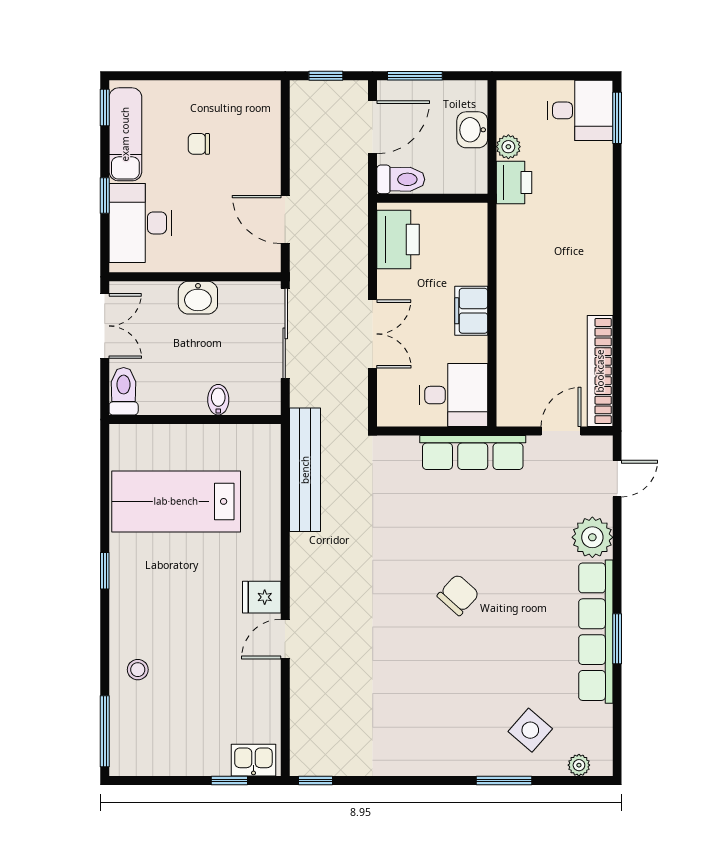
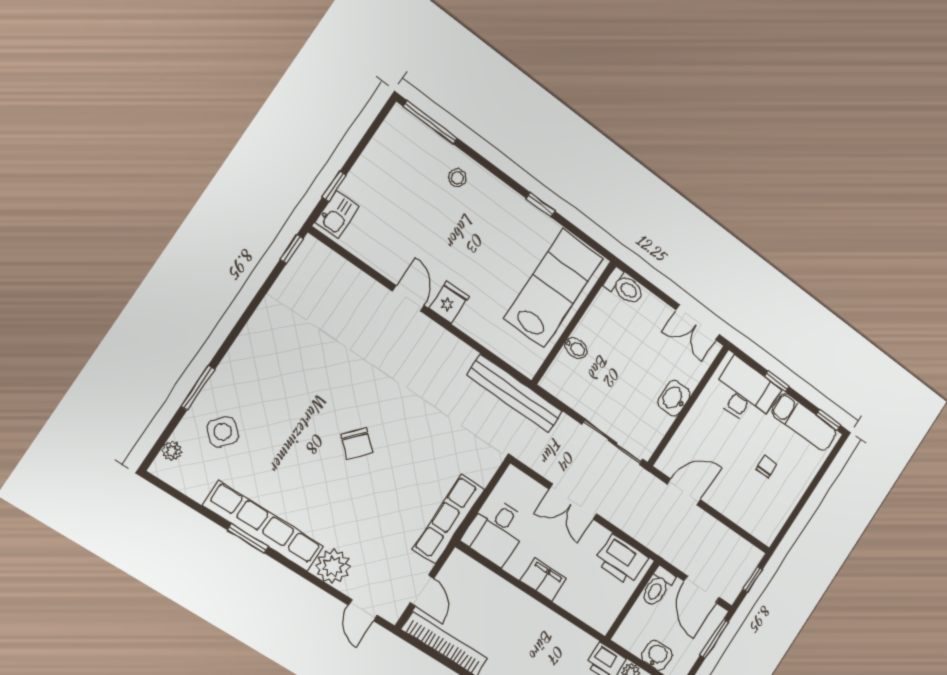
toilet: (124, 391) -> (624, 287), moved
bidet: (218, 400) -> (576, 348), moved
wall: (195, 419) -> (574, 323), moved

